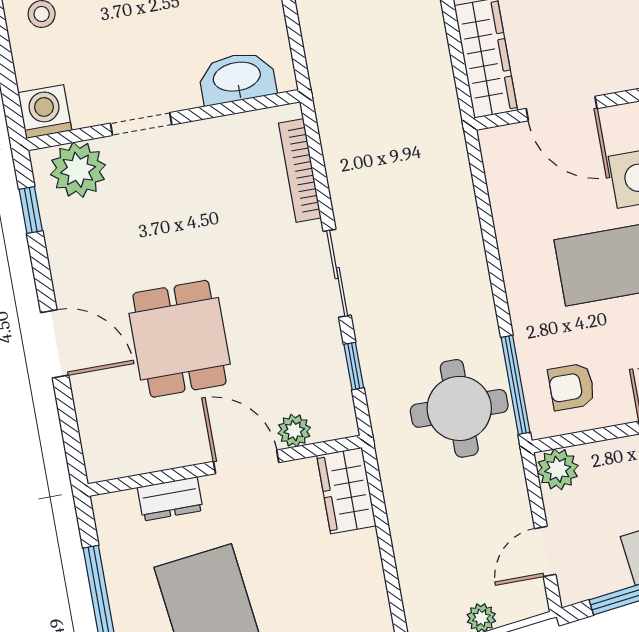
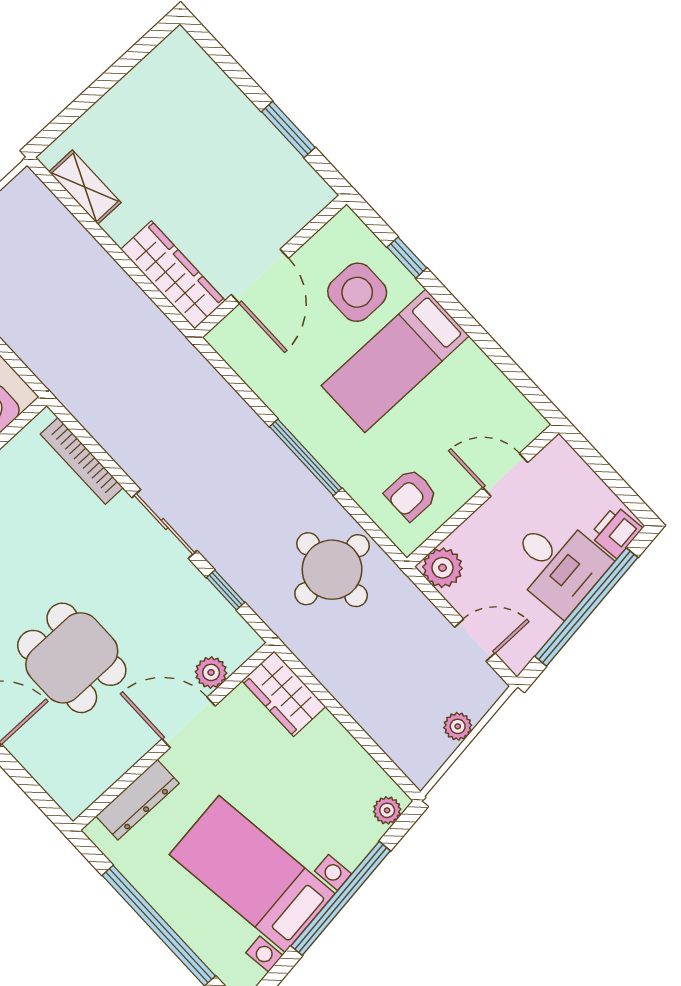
door: (562, 109) -> (260, 276), hinge flipped
window: (516, 385) -> (306, 457), moved
dresser: (170, 499) -> (137, 800), width x1.44
door: (545, 551) -> (475, 640), swing flipped

